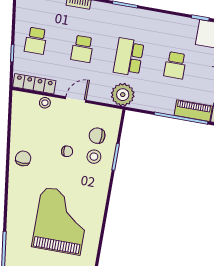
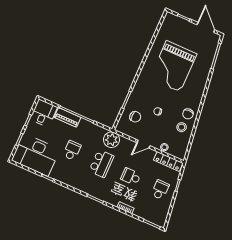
school desk: (82, 49) -> (131, 177), turned -90
stool: (94, 157) -> (182, 127), moved

